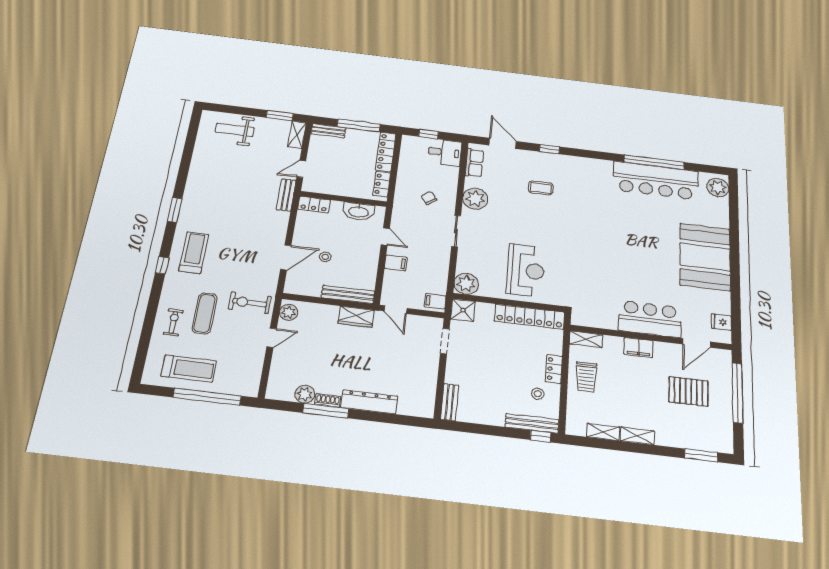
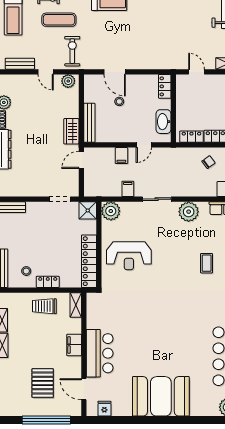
bench: (286, 195) -> (20, 64), moved
chair: (429, 198) -> (208, 162), moved
filing cabinet: (435, 301) -> (128, 189), moved

